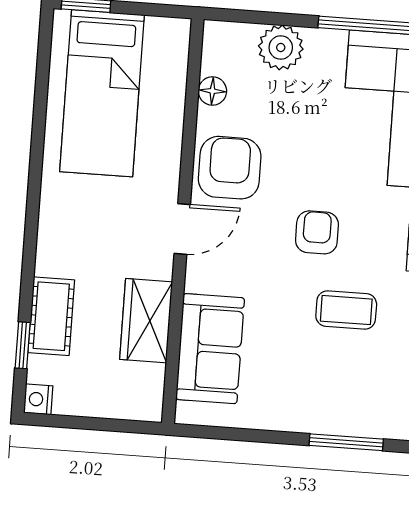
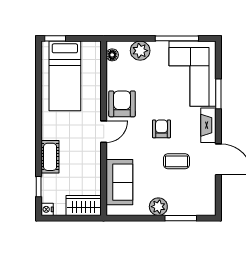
floor lamp: (212, 91) -> (112, 55), moved
cot: (51, 316) -> (50, 157), moved
wardrobe: (146, 321) -> (84, 205), moved, turned 90
plant: (296, 412) -> (158, 207), added

